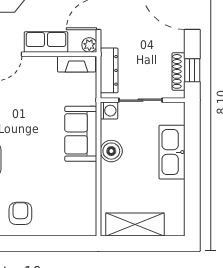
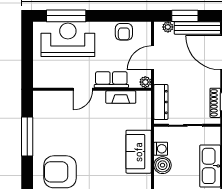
fireplace: (77, 64) -> (121, 97), moved
washing machine: (109, 111) -> (161, 149), moved

